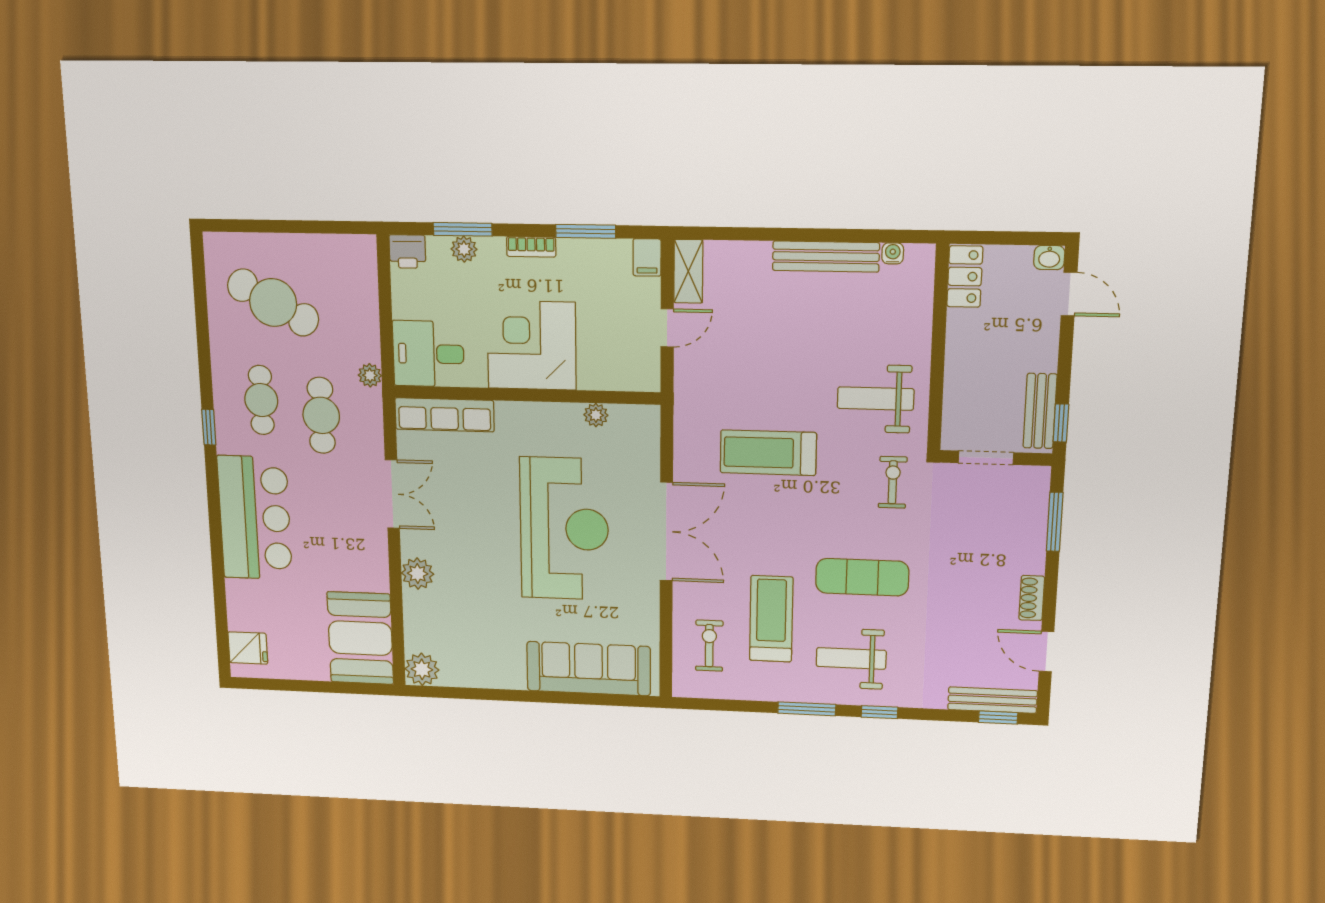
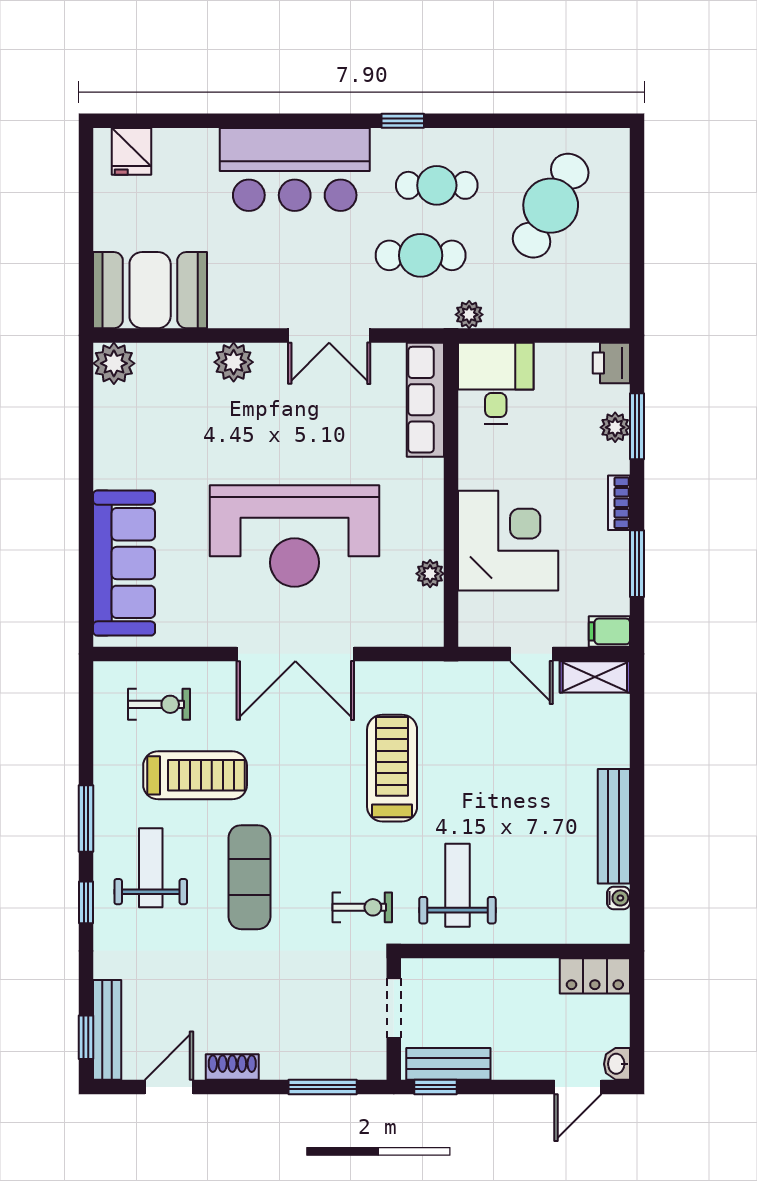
corner desk: (532, 345) -> (508, 541), moved

